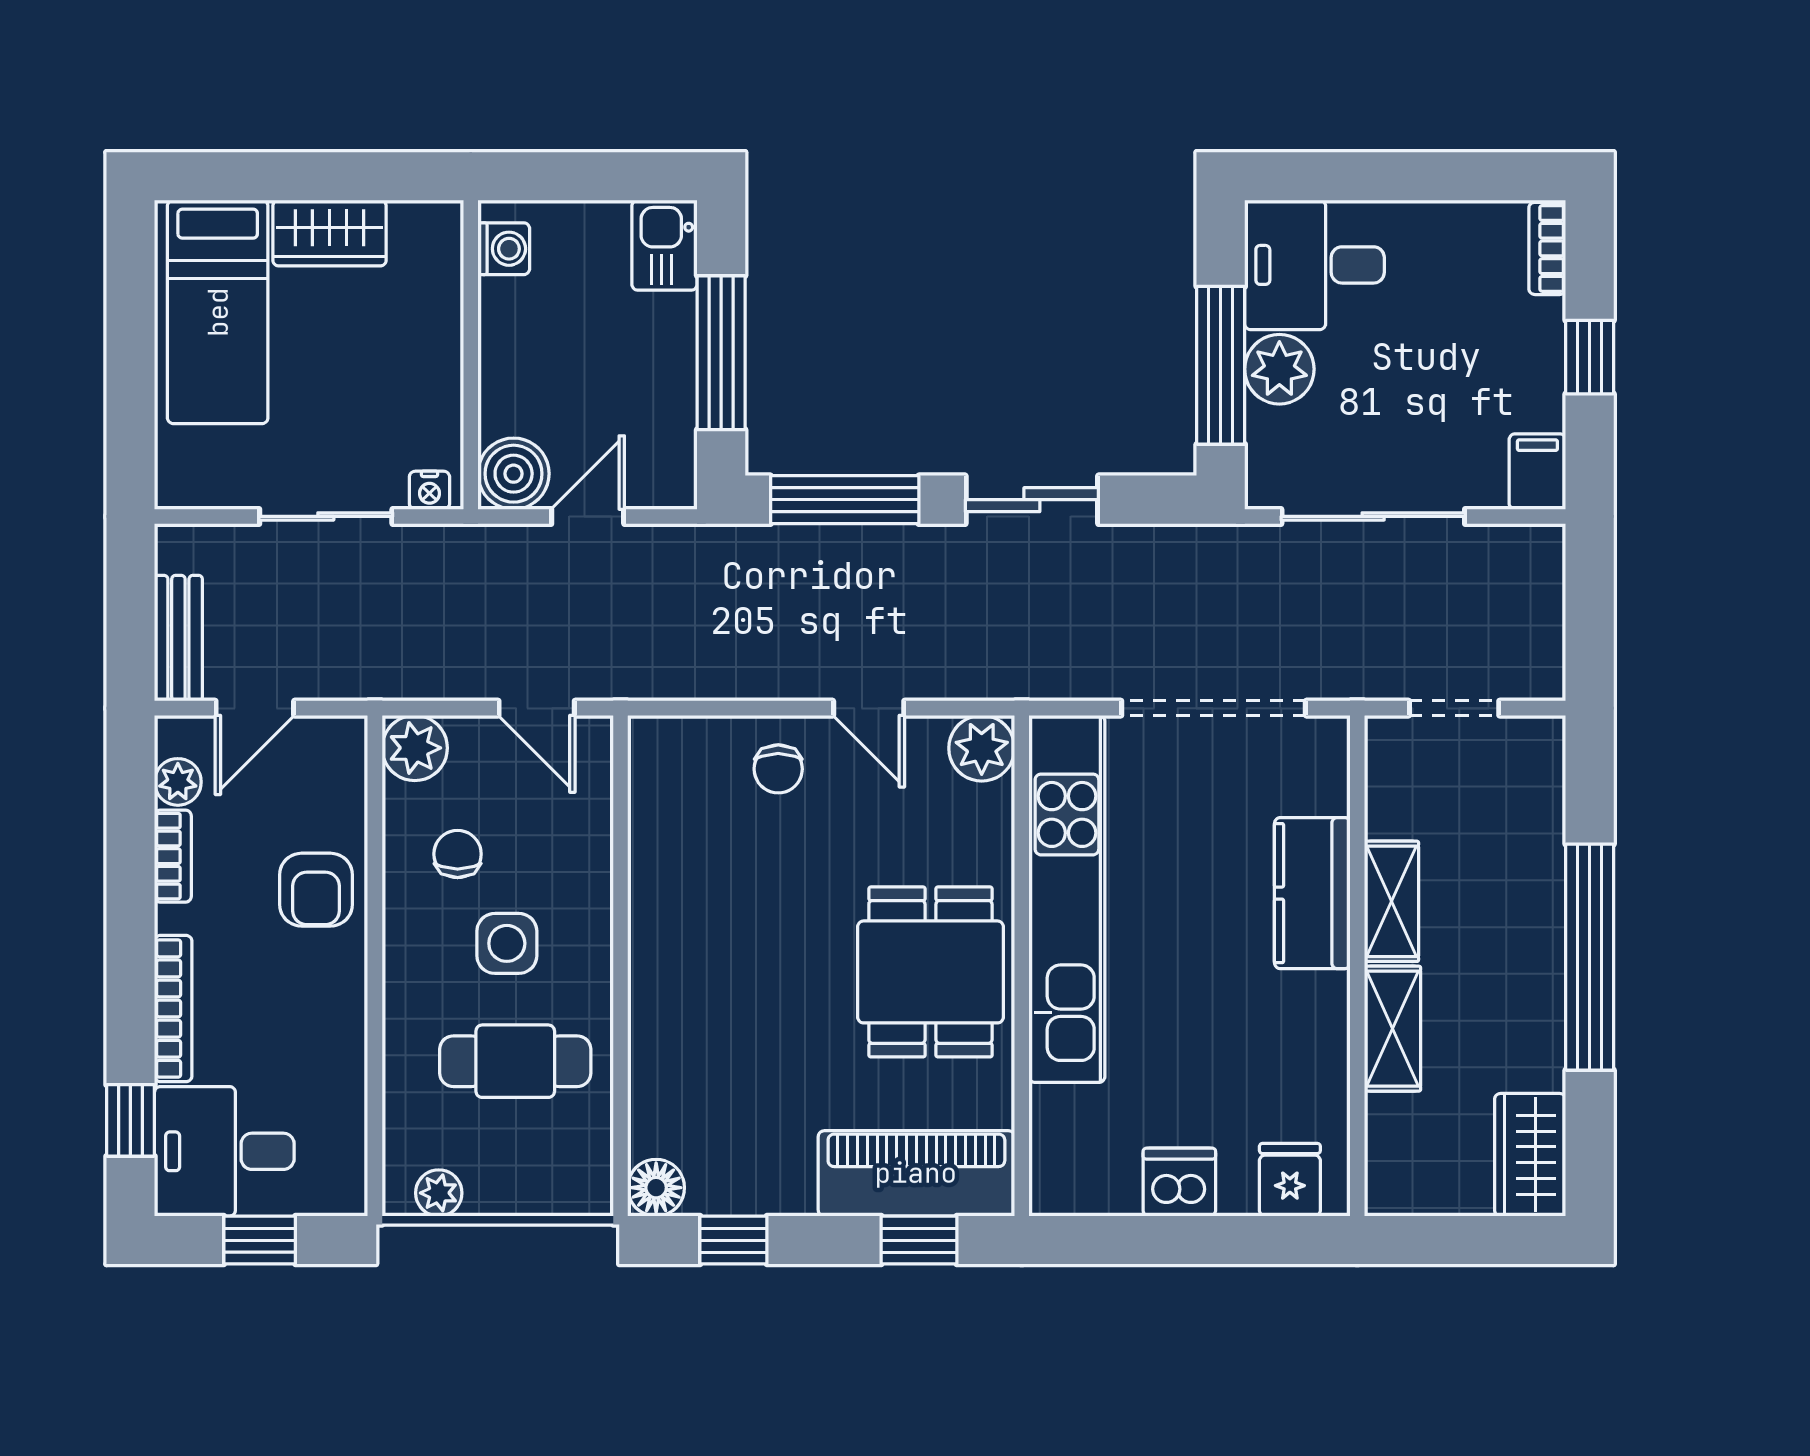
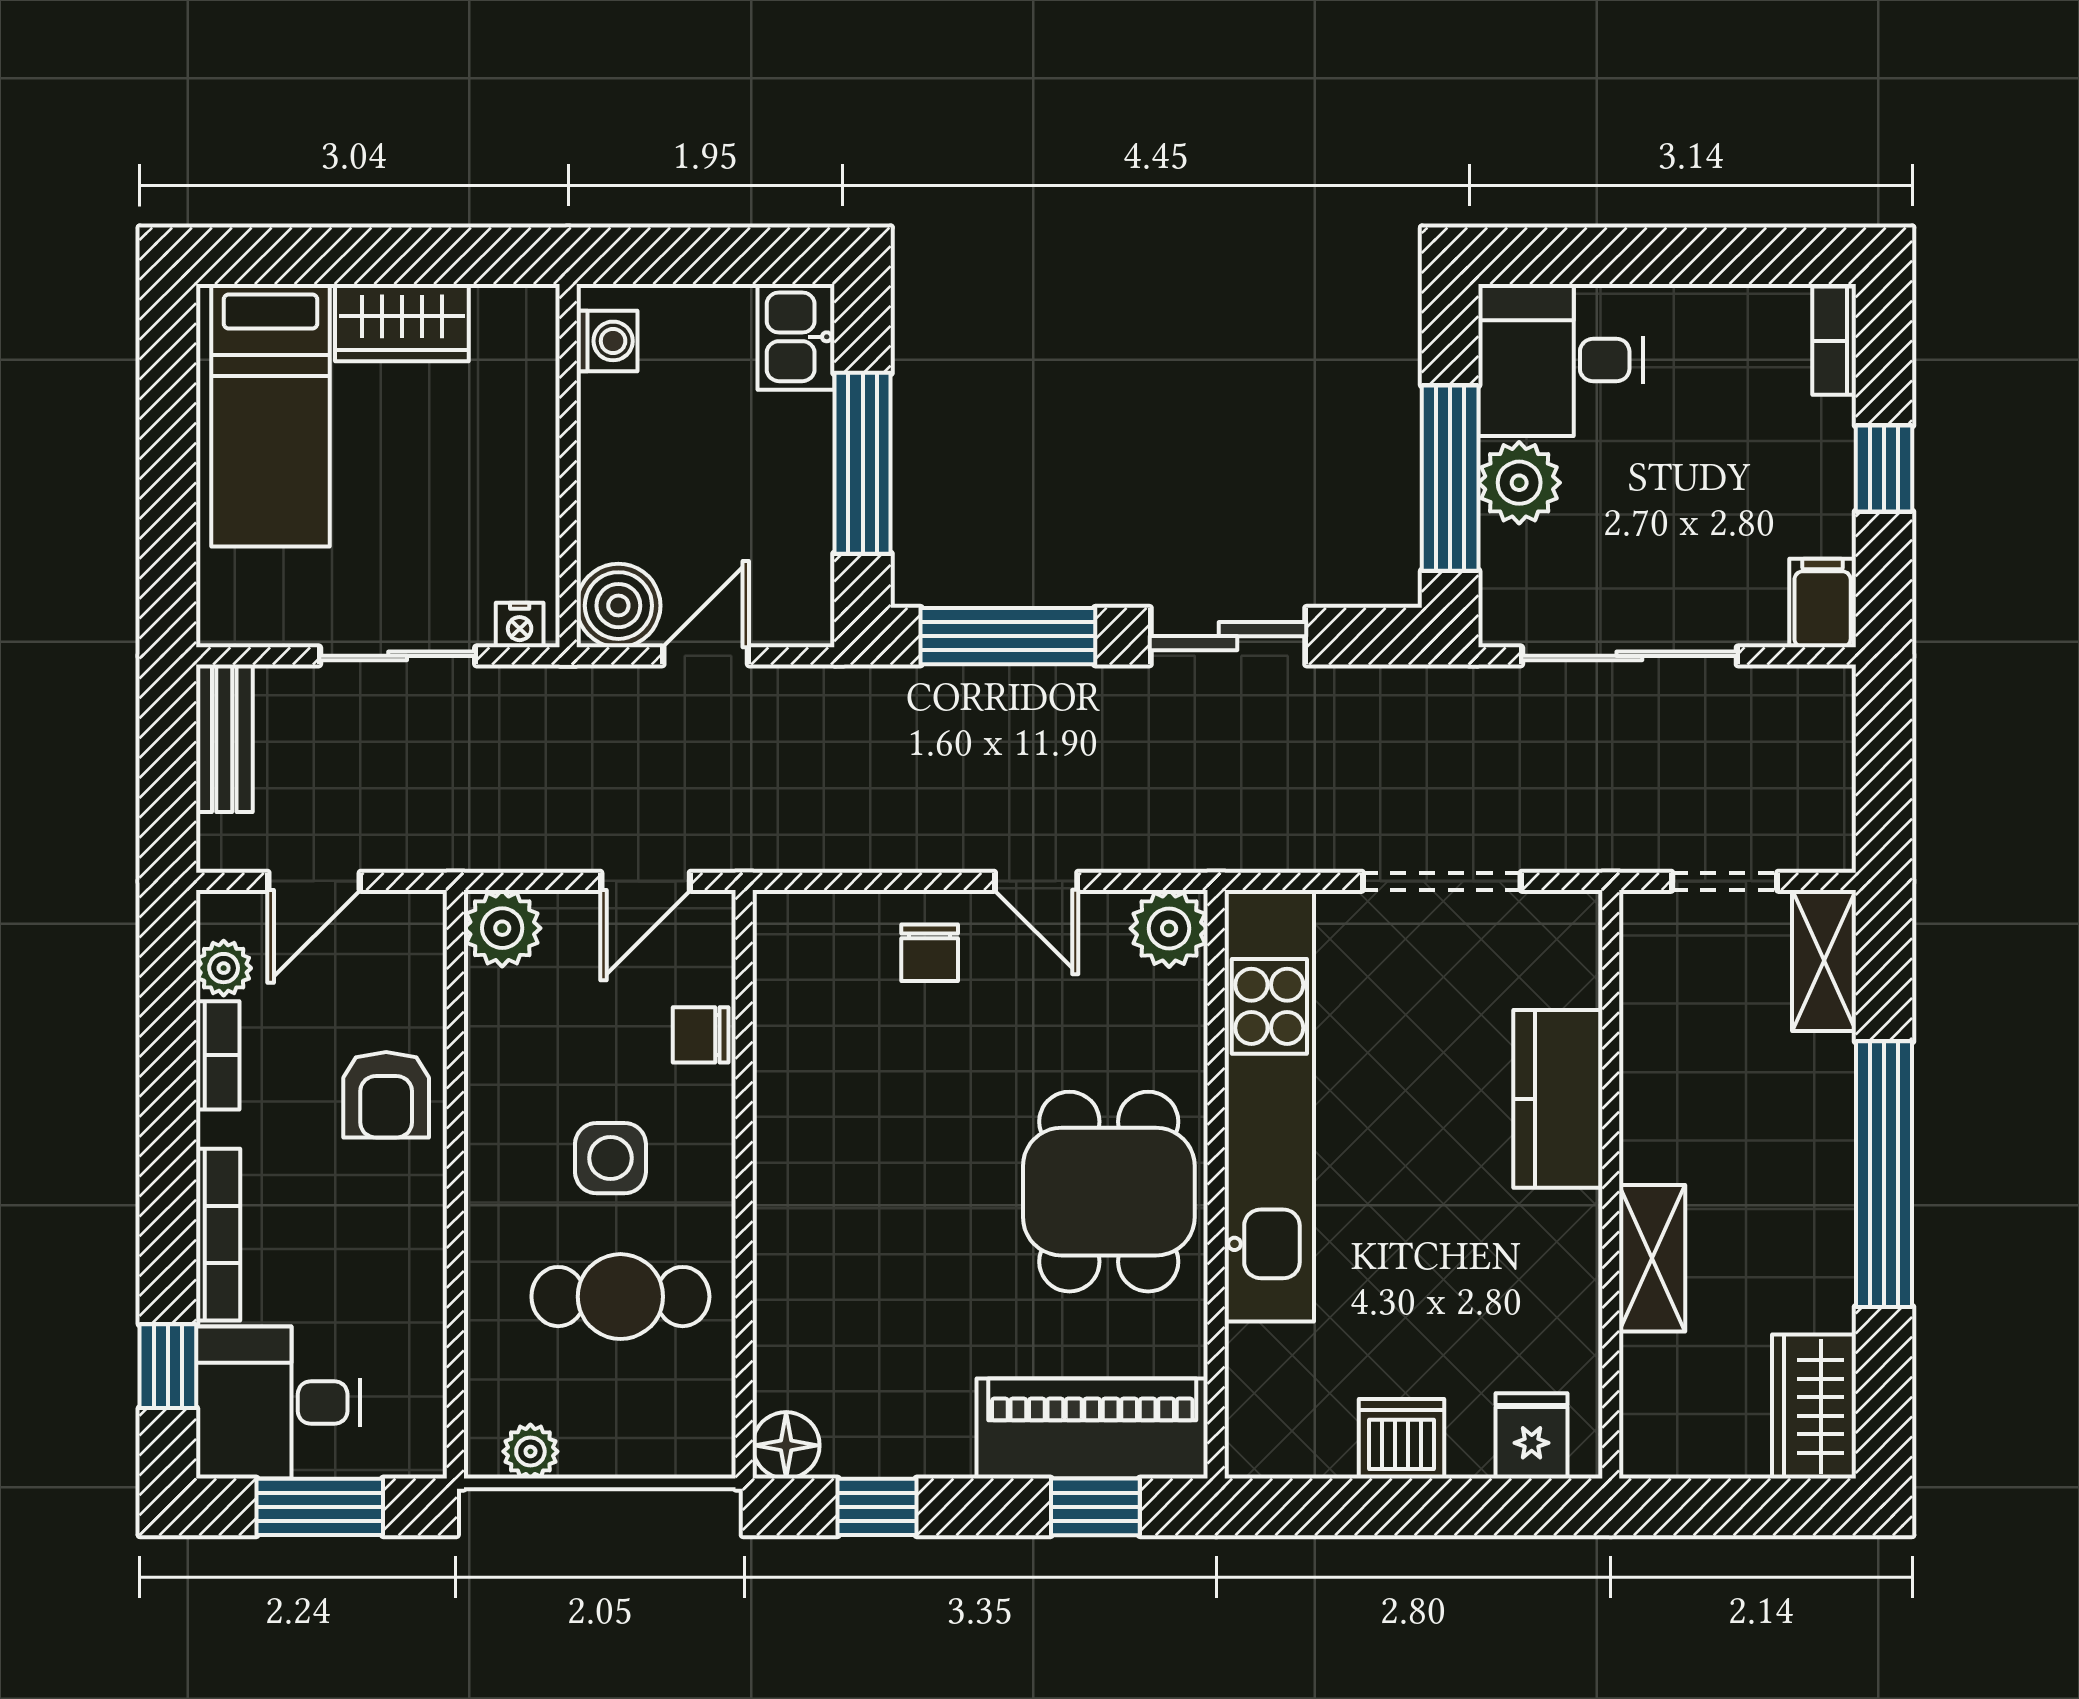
bench: (178, 638) -> (224, 738), moved
door: (537, 708) -> (646, 881), hinge flipped
doorway: (1214, 708) -> (1442, 881), width x0.73
chair: (458, 854) -> (701, 1035), moved, turned -90
shelving: (1391, 901) -> (1824, 960), moved
window: (260, 1240) -> (320, 1507), width x1.50

